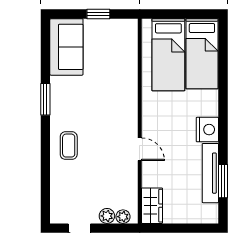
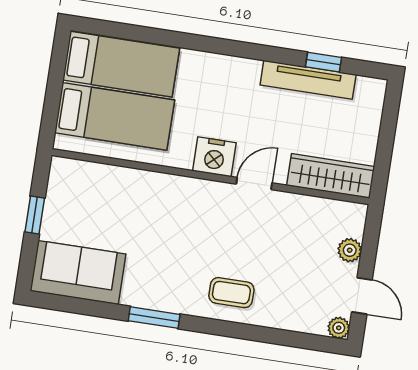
nightstand: (207, 130) -> (214, 157), moved, turned 180
window: (223, 181) -> (323, 62), width x0.67
wardrobe: (152, 206) -> (331, 176), width x1.50
plant: (123, 217) -> (339, 328), moved

